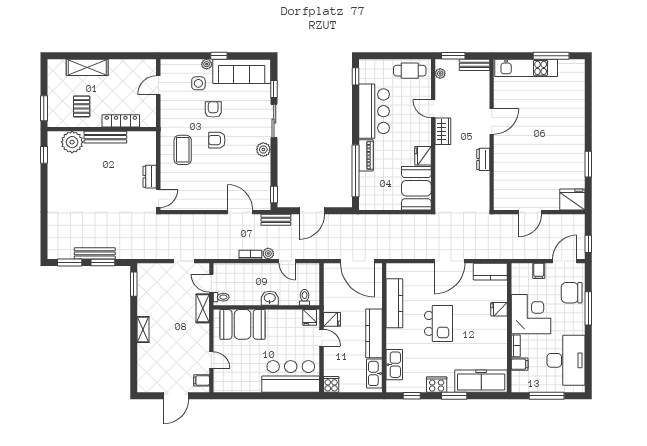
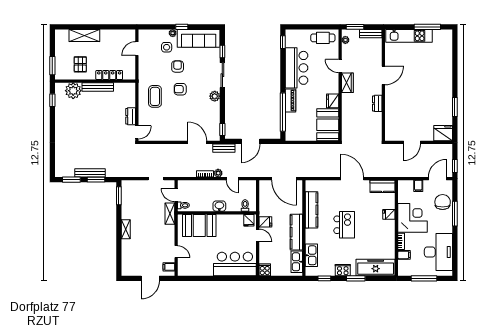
door: (449, 261) -> (352, 179), swing flipped
chair: (572, 293) -> (443, 202), turned 90

